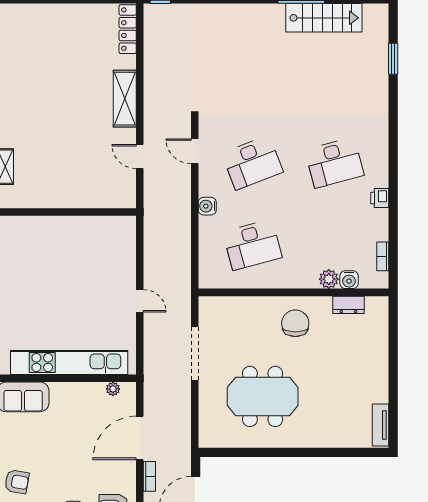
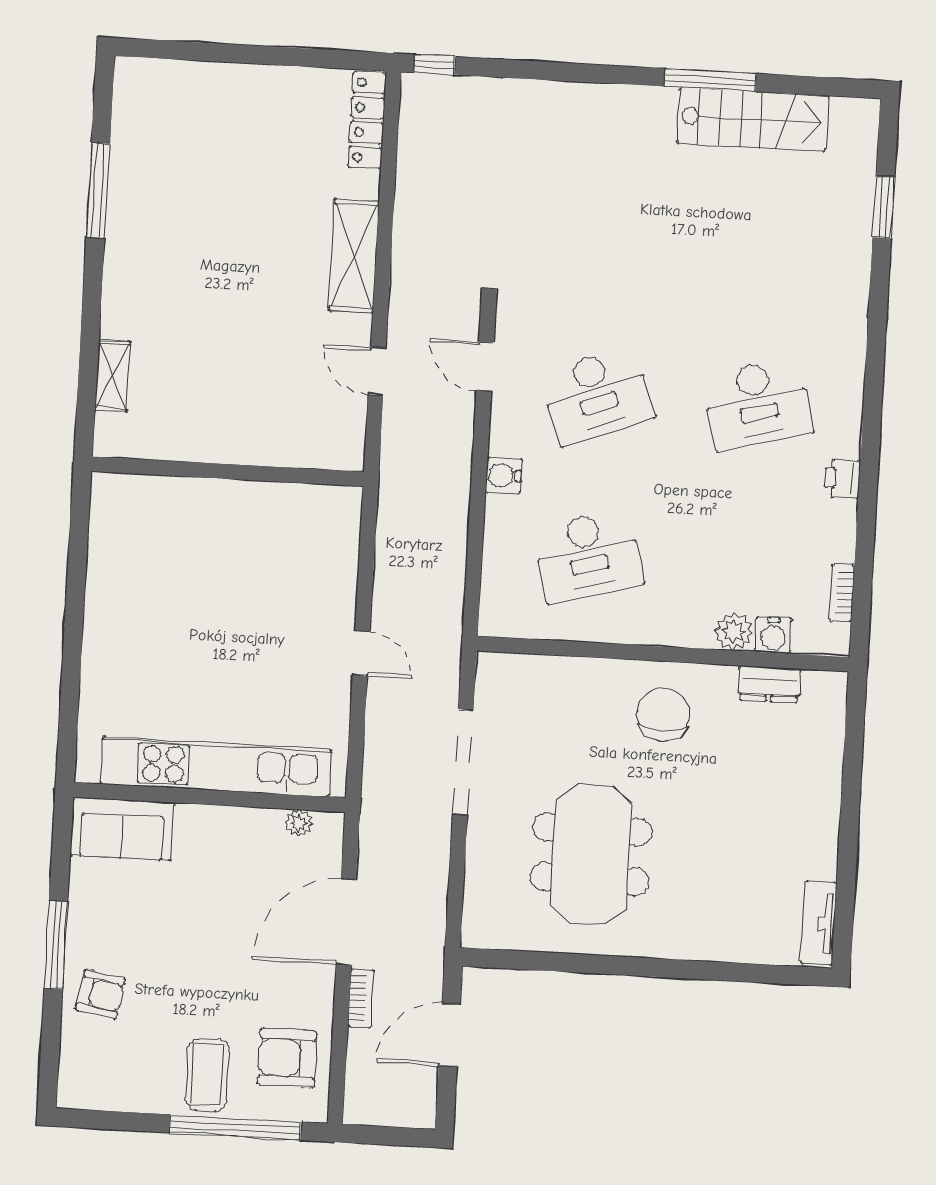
meeting table: (263, 396) -> (591, 854), turned 90

